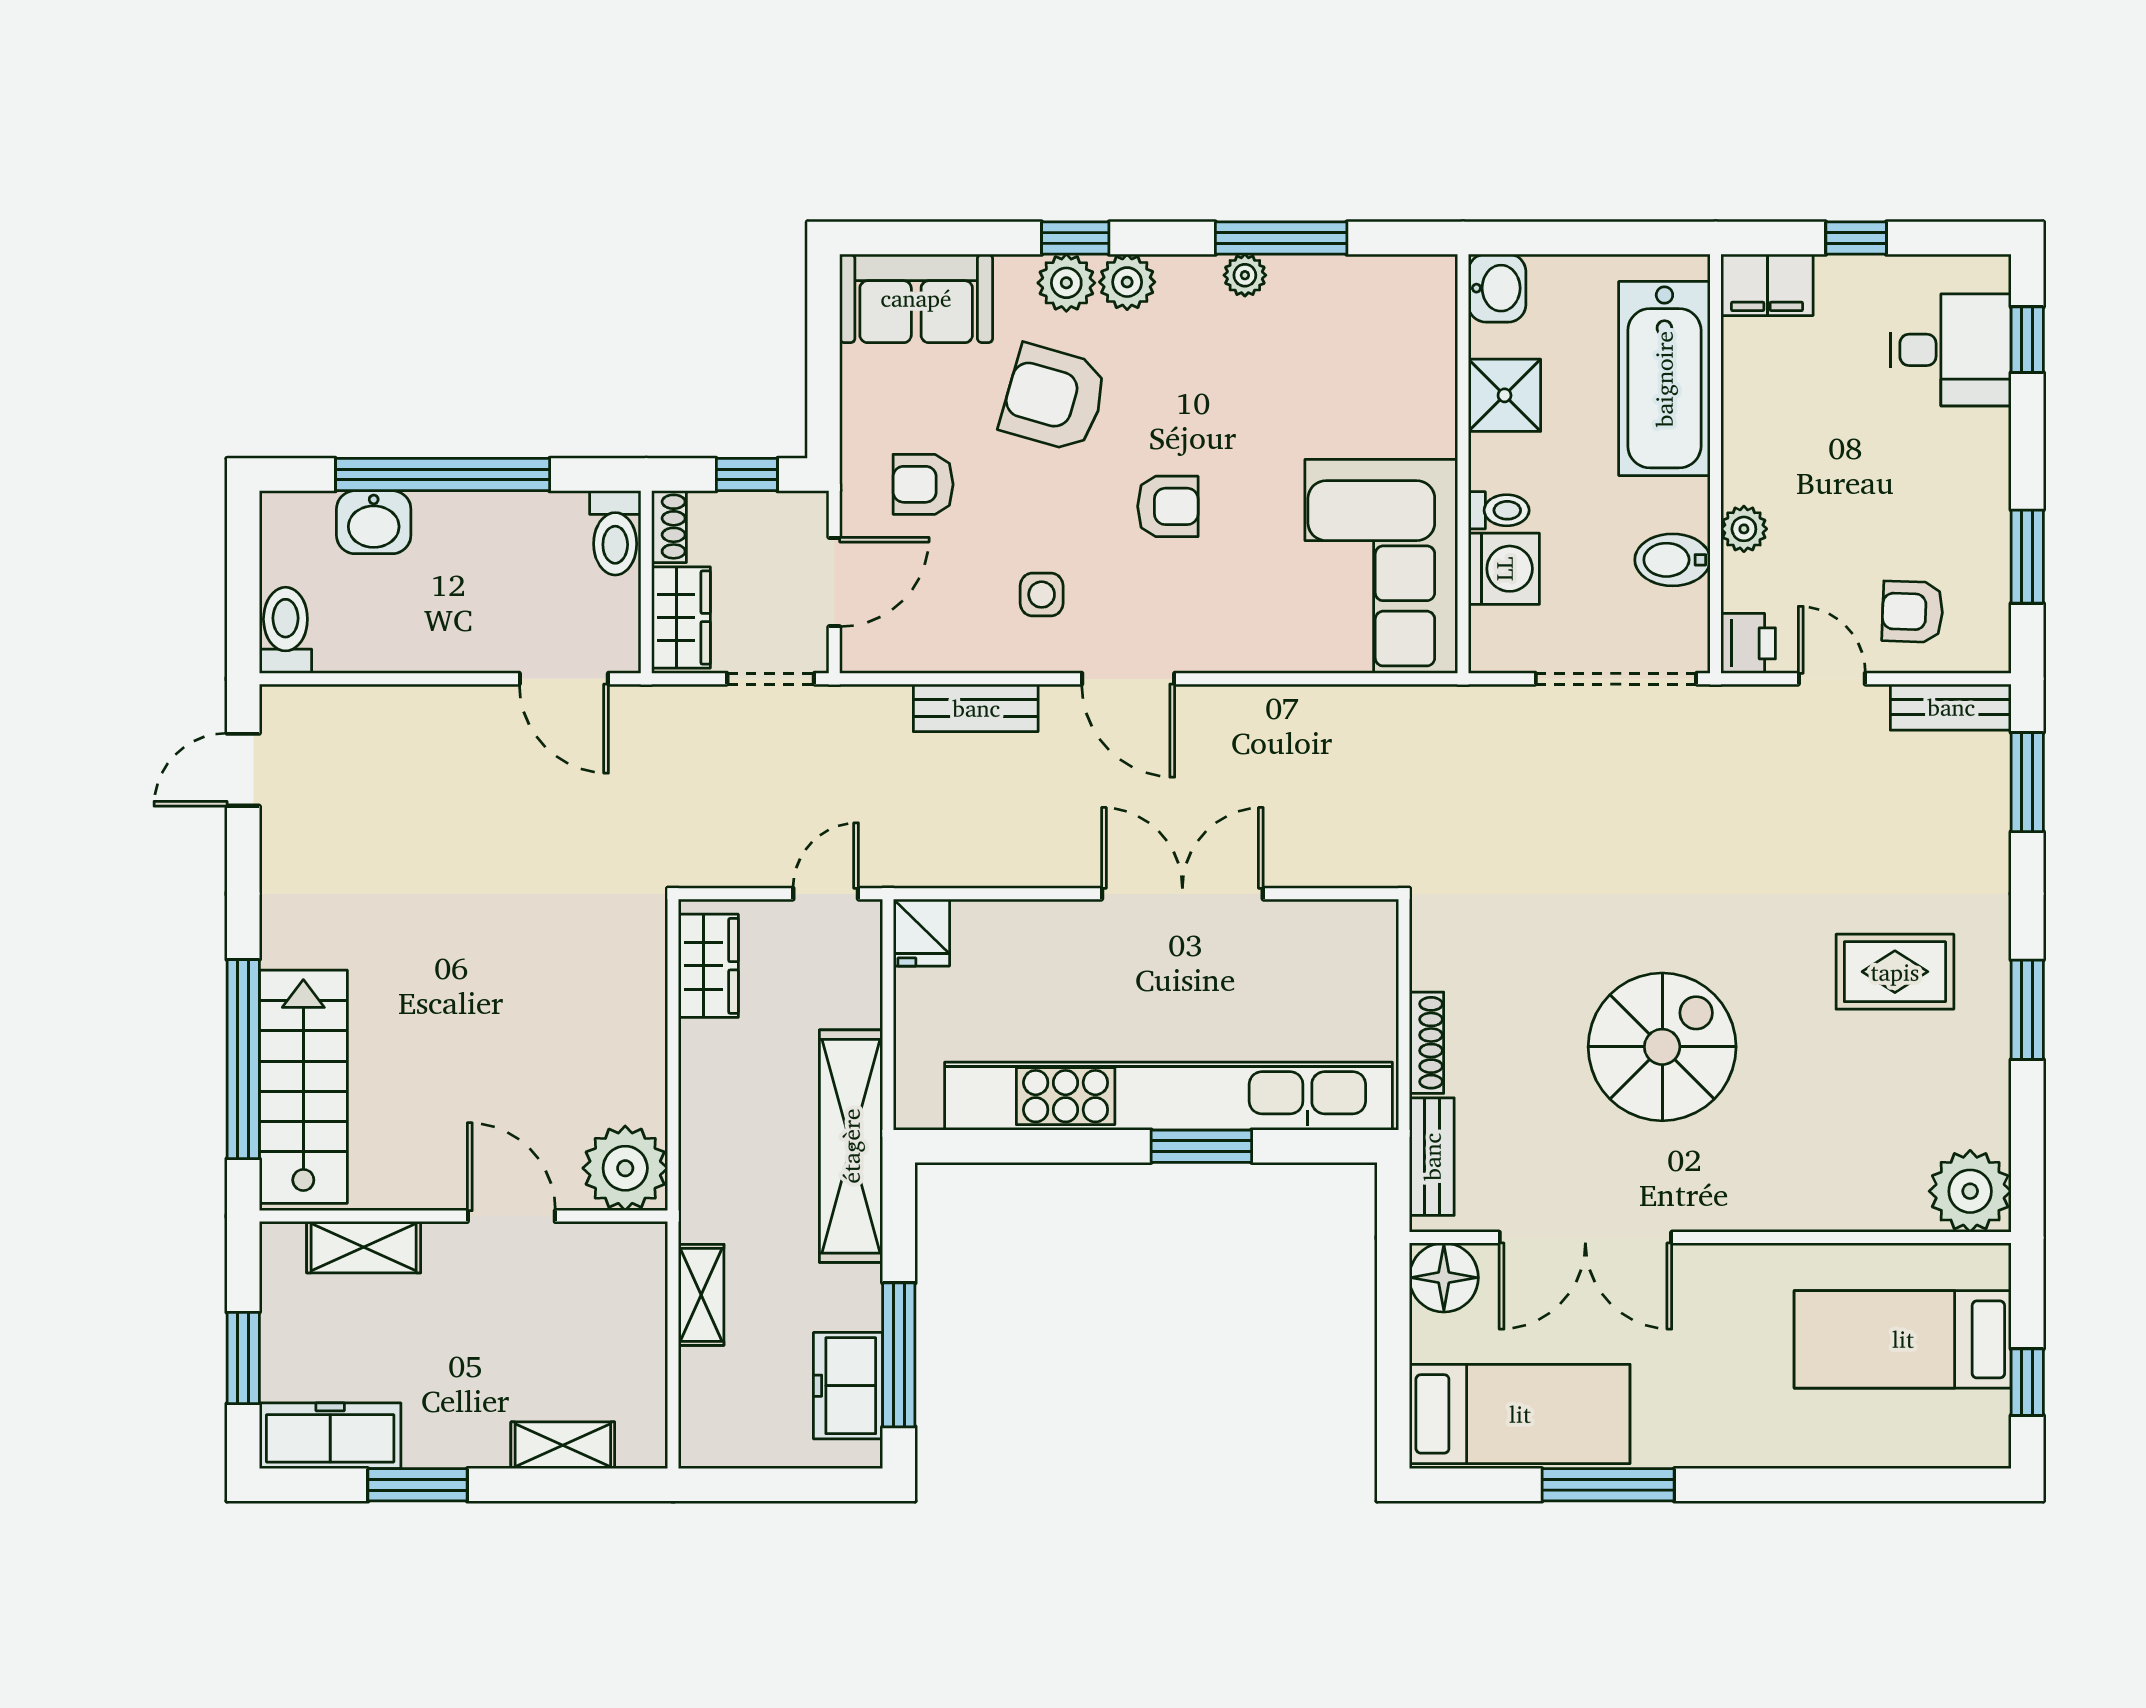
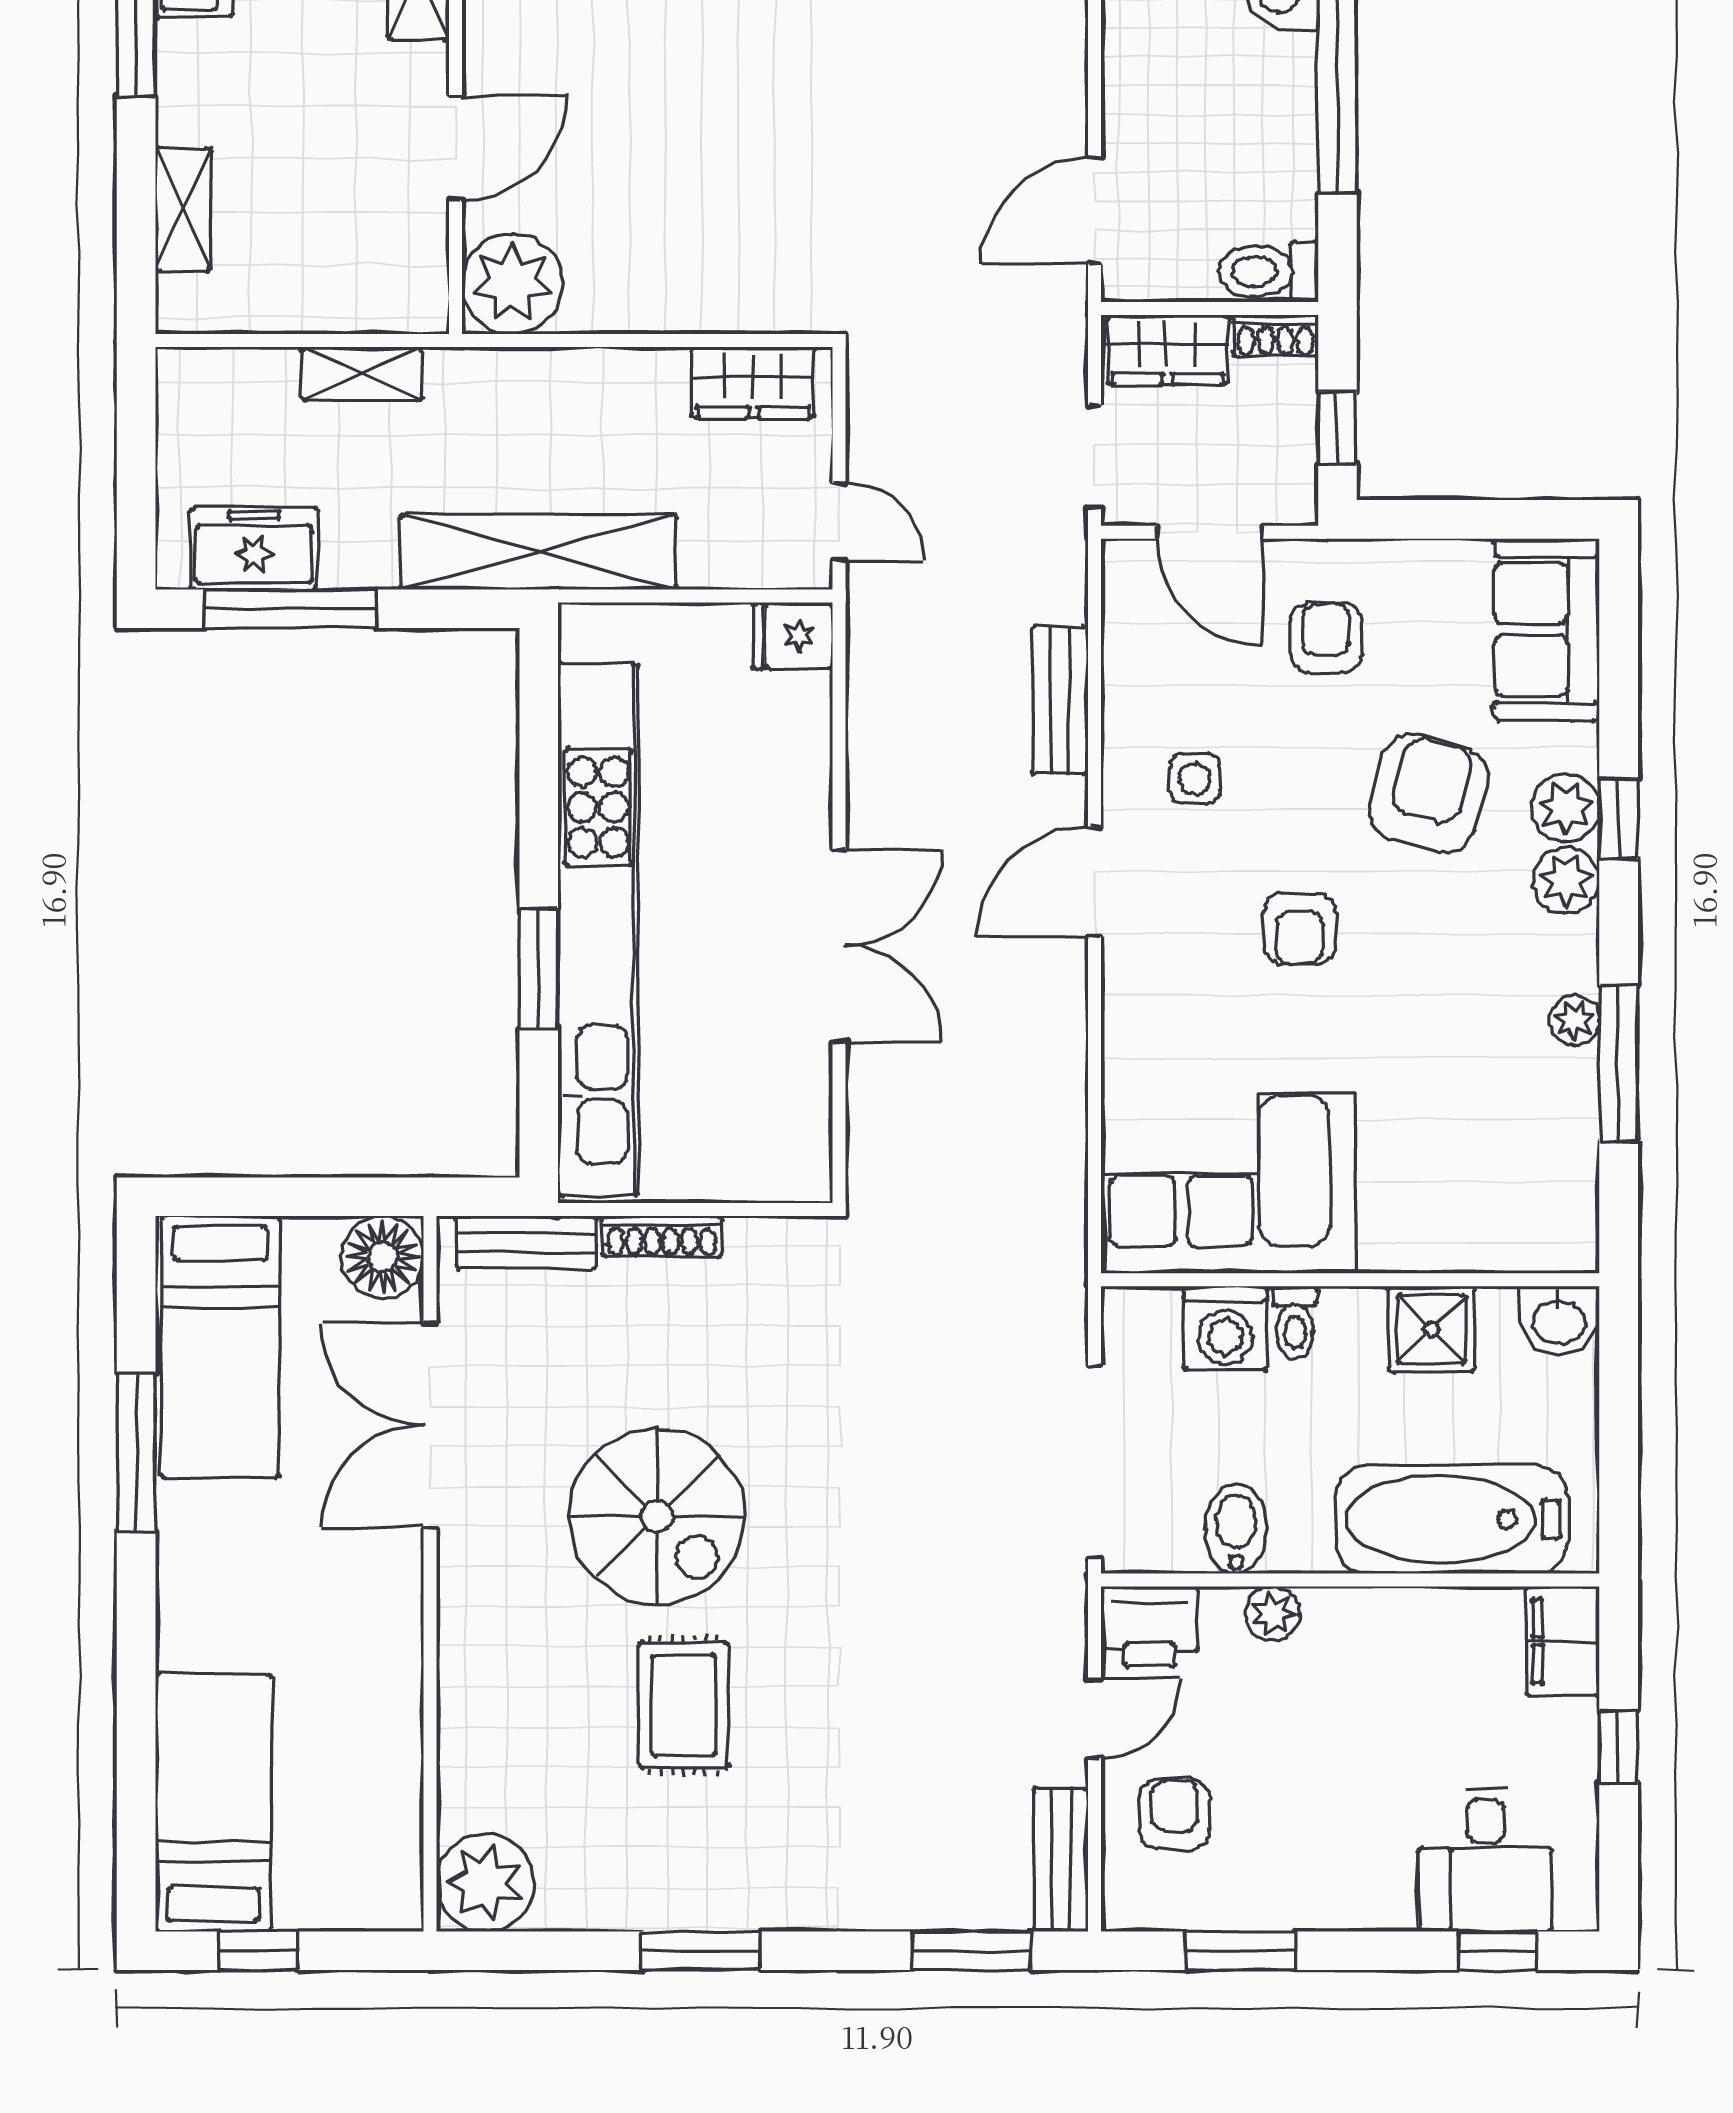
printer: (1748, 643) -> (1150, 1627), width x1.36, depth x1.24
rug: (1895, 972) -> (683, 1705), moved
bed: (1903, 1339) -> (213, 1803), moved

